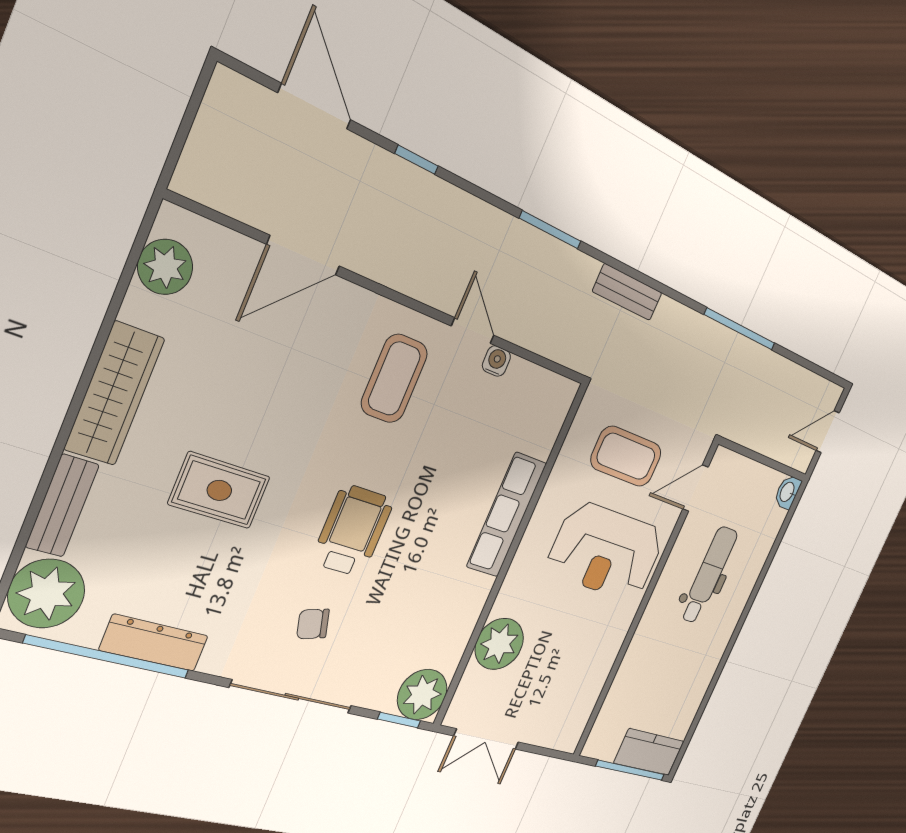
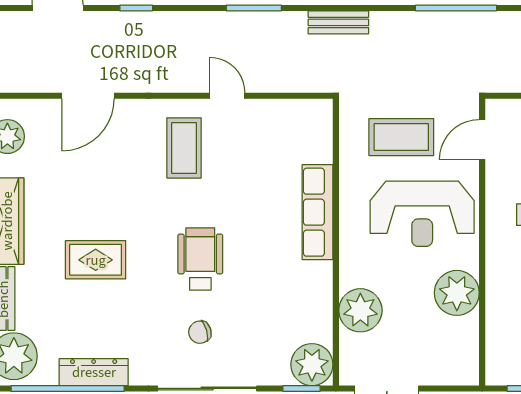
water cooler: (496, 361) -> (255, 109), removed
plant: (598, 650) -> (457, 293), added

